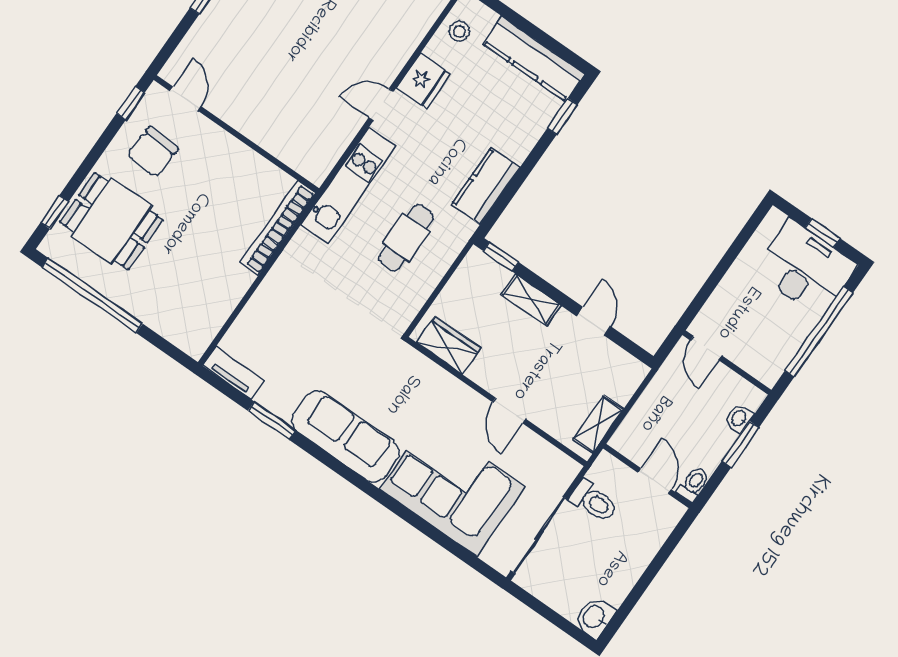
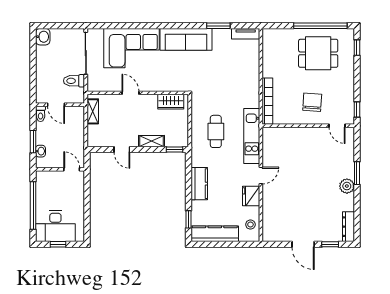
chair: (153, 152) -> (312, 102), moved
kitchen counter: (486, 186) -> (199, 184), moved
dining table: (111, 221) -> (318, 53), moved

